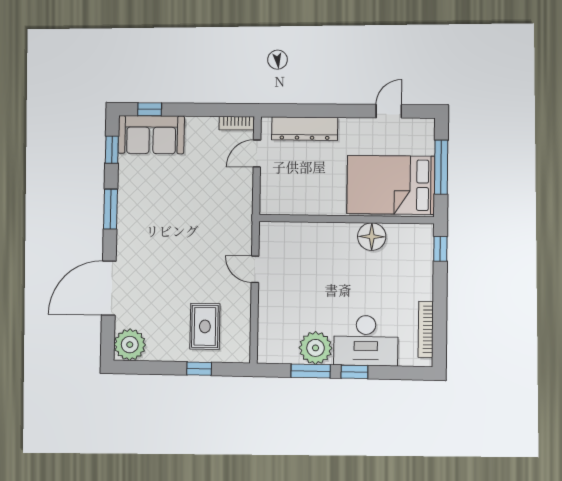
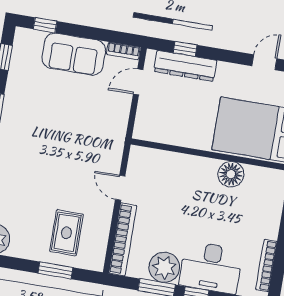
window: (302, 111) -> (185, 49), added
sofa: (151, 135) -> (74, 54), moved
bookcase: (266, 324) -> (123, 239), added
window: (199, 369) -> (55, 270), width x1.50

